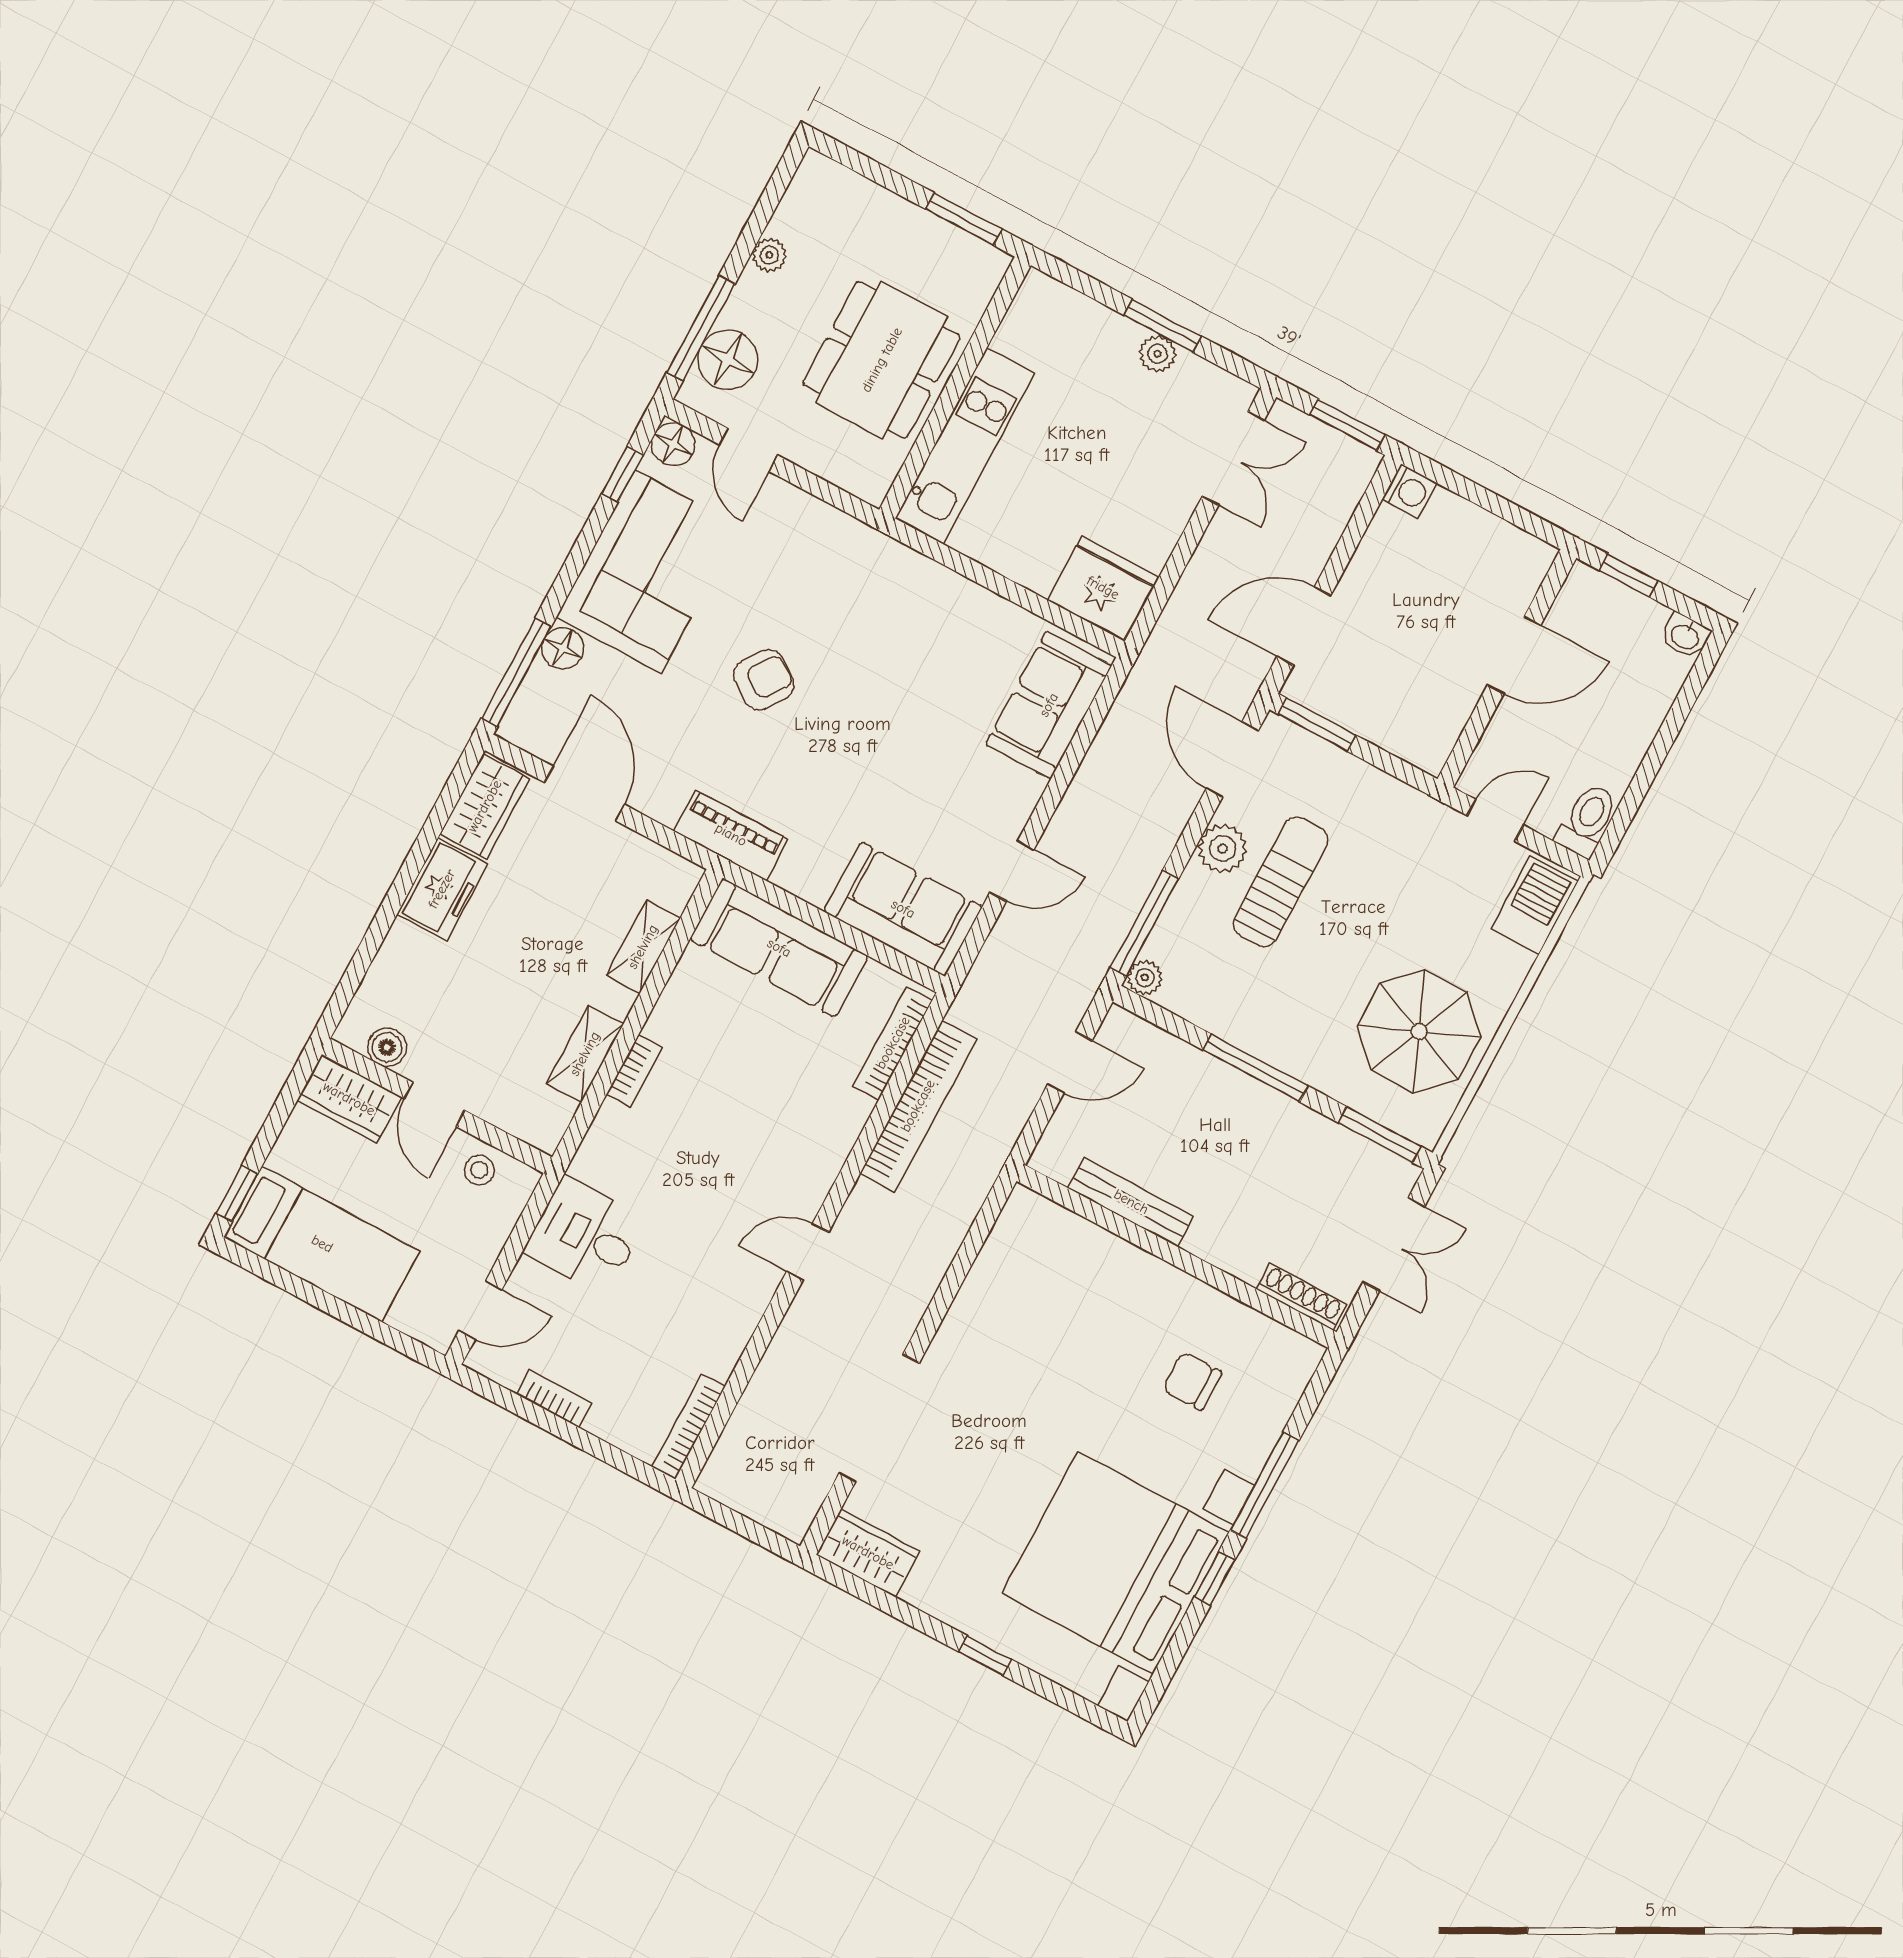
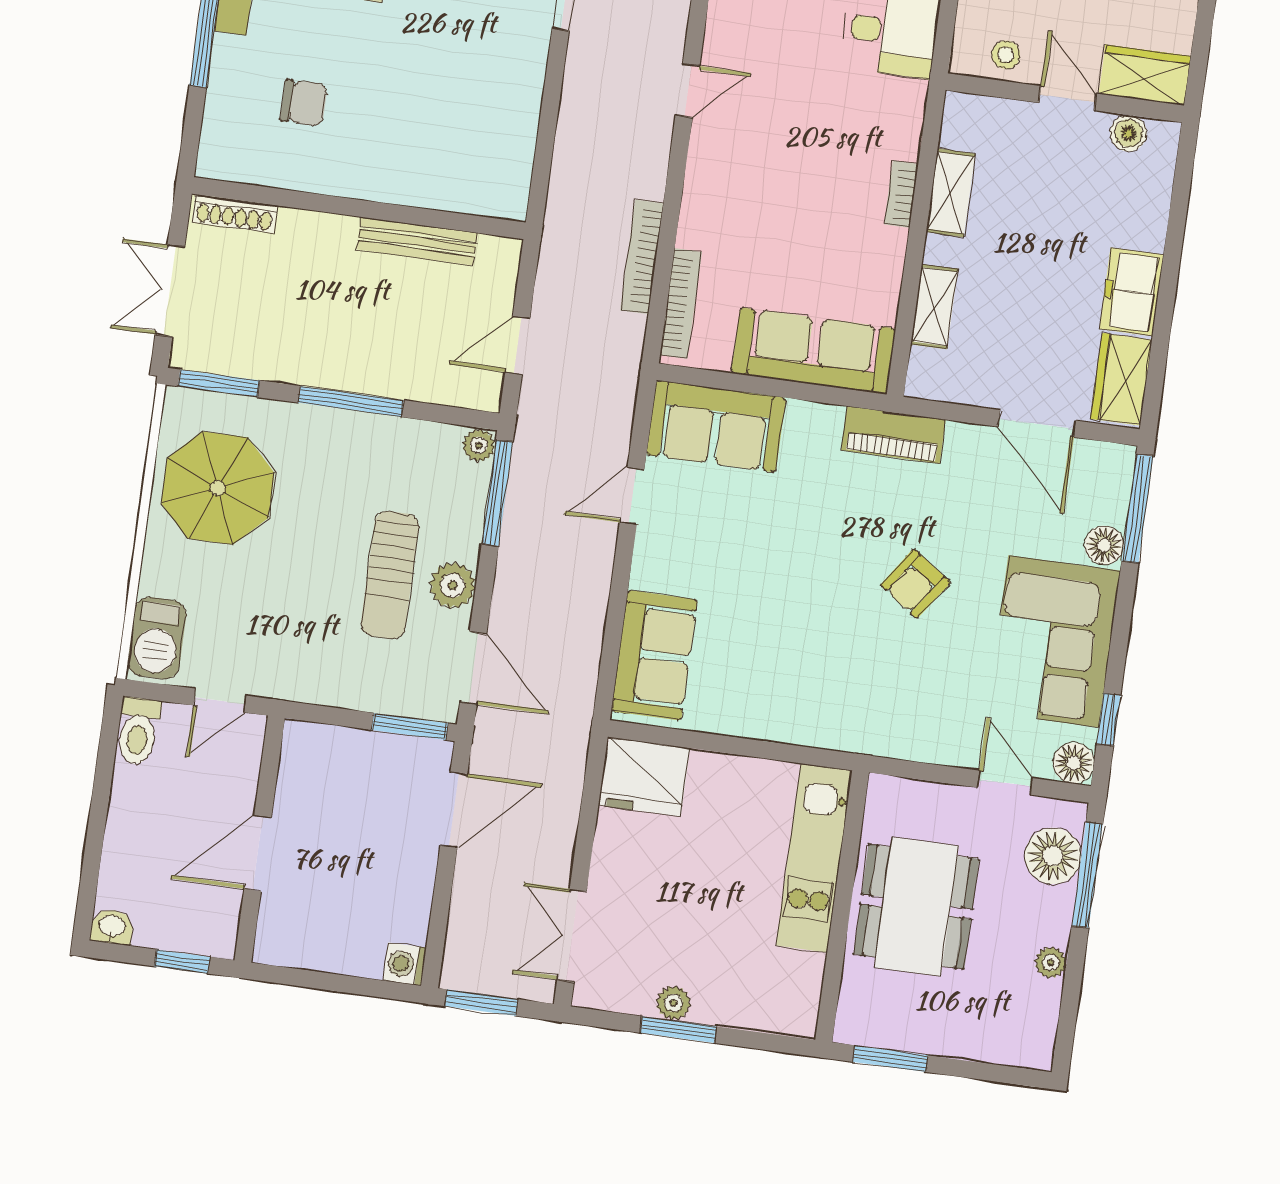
bookcase: (918, 1106) -> (642, 257), width x0.68, depth x0.76

